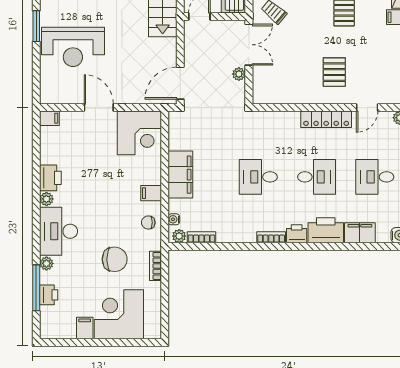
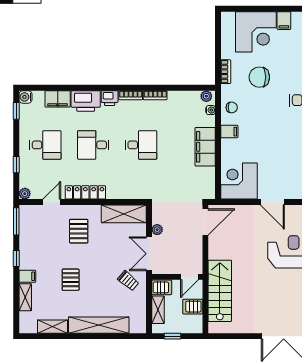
shelving: (279, 93) -> (124, 214), added
bookcase: (202, 237) -> (155, 95), moved

